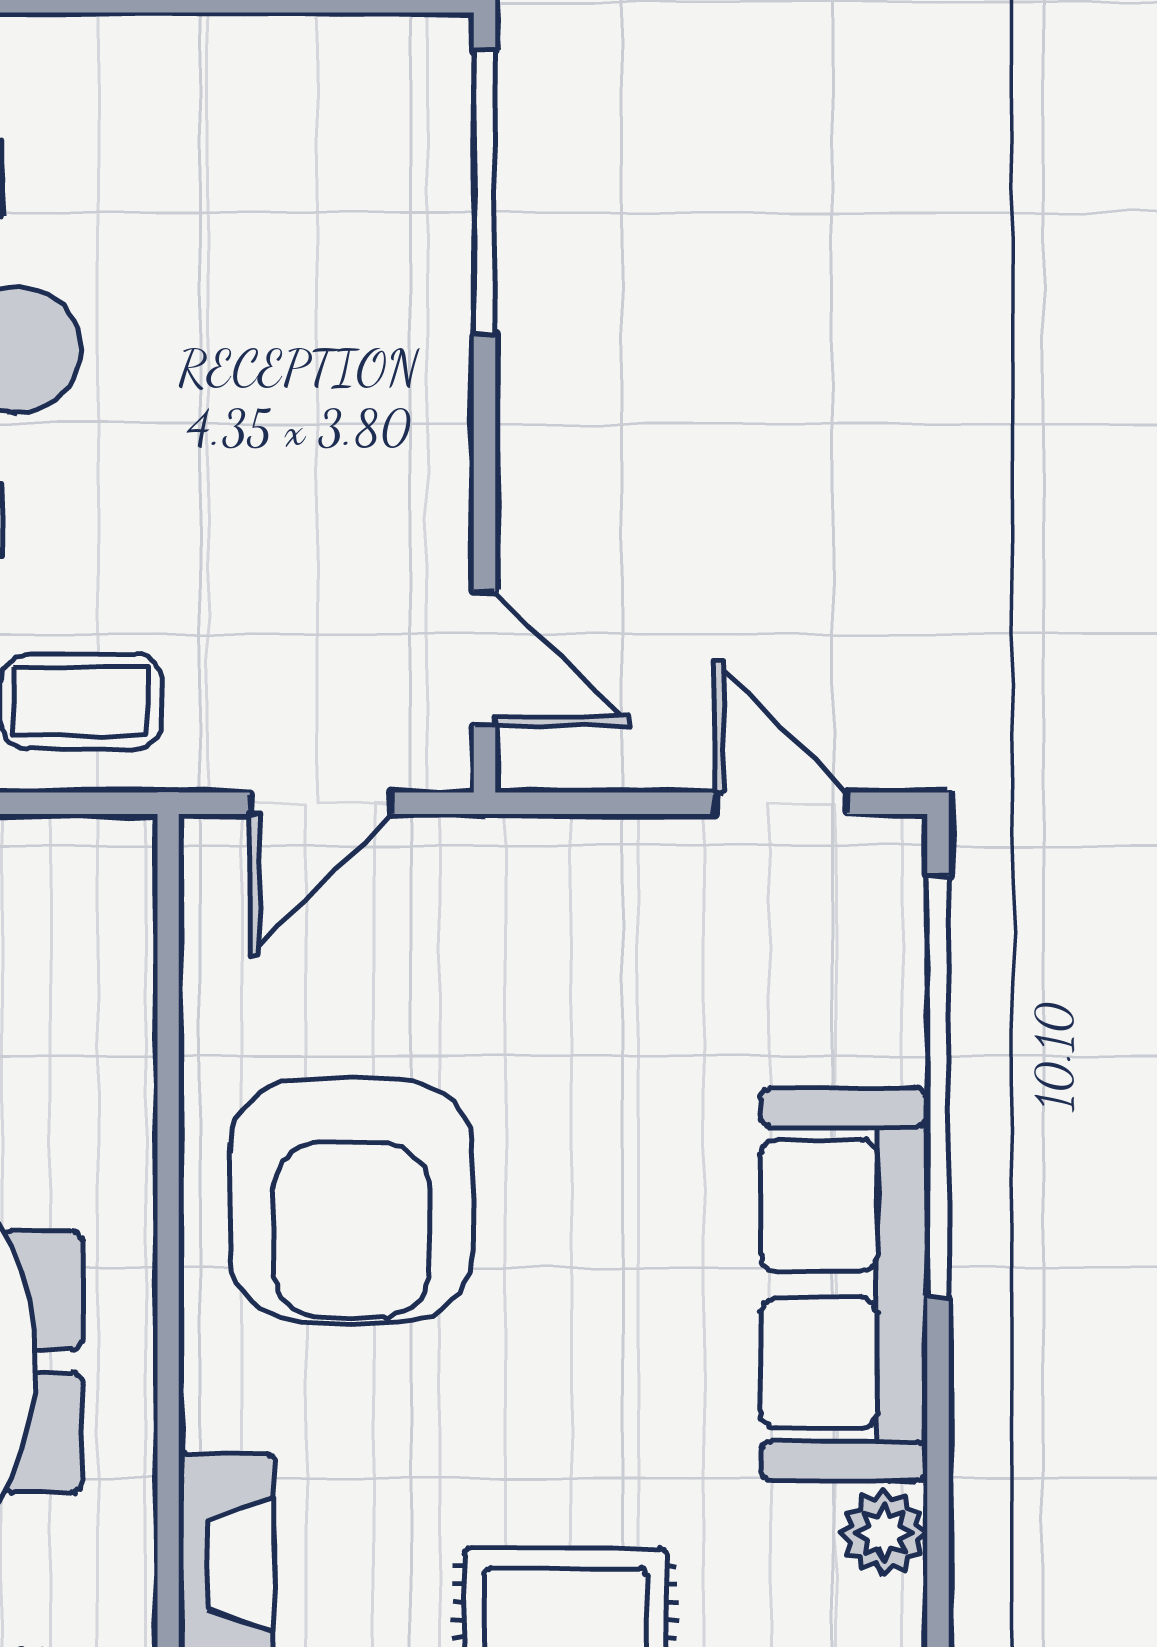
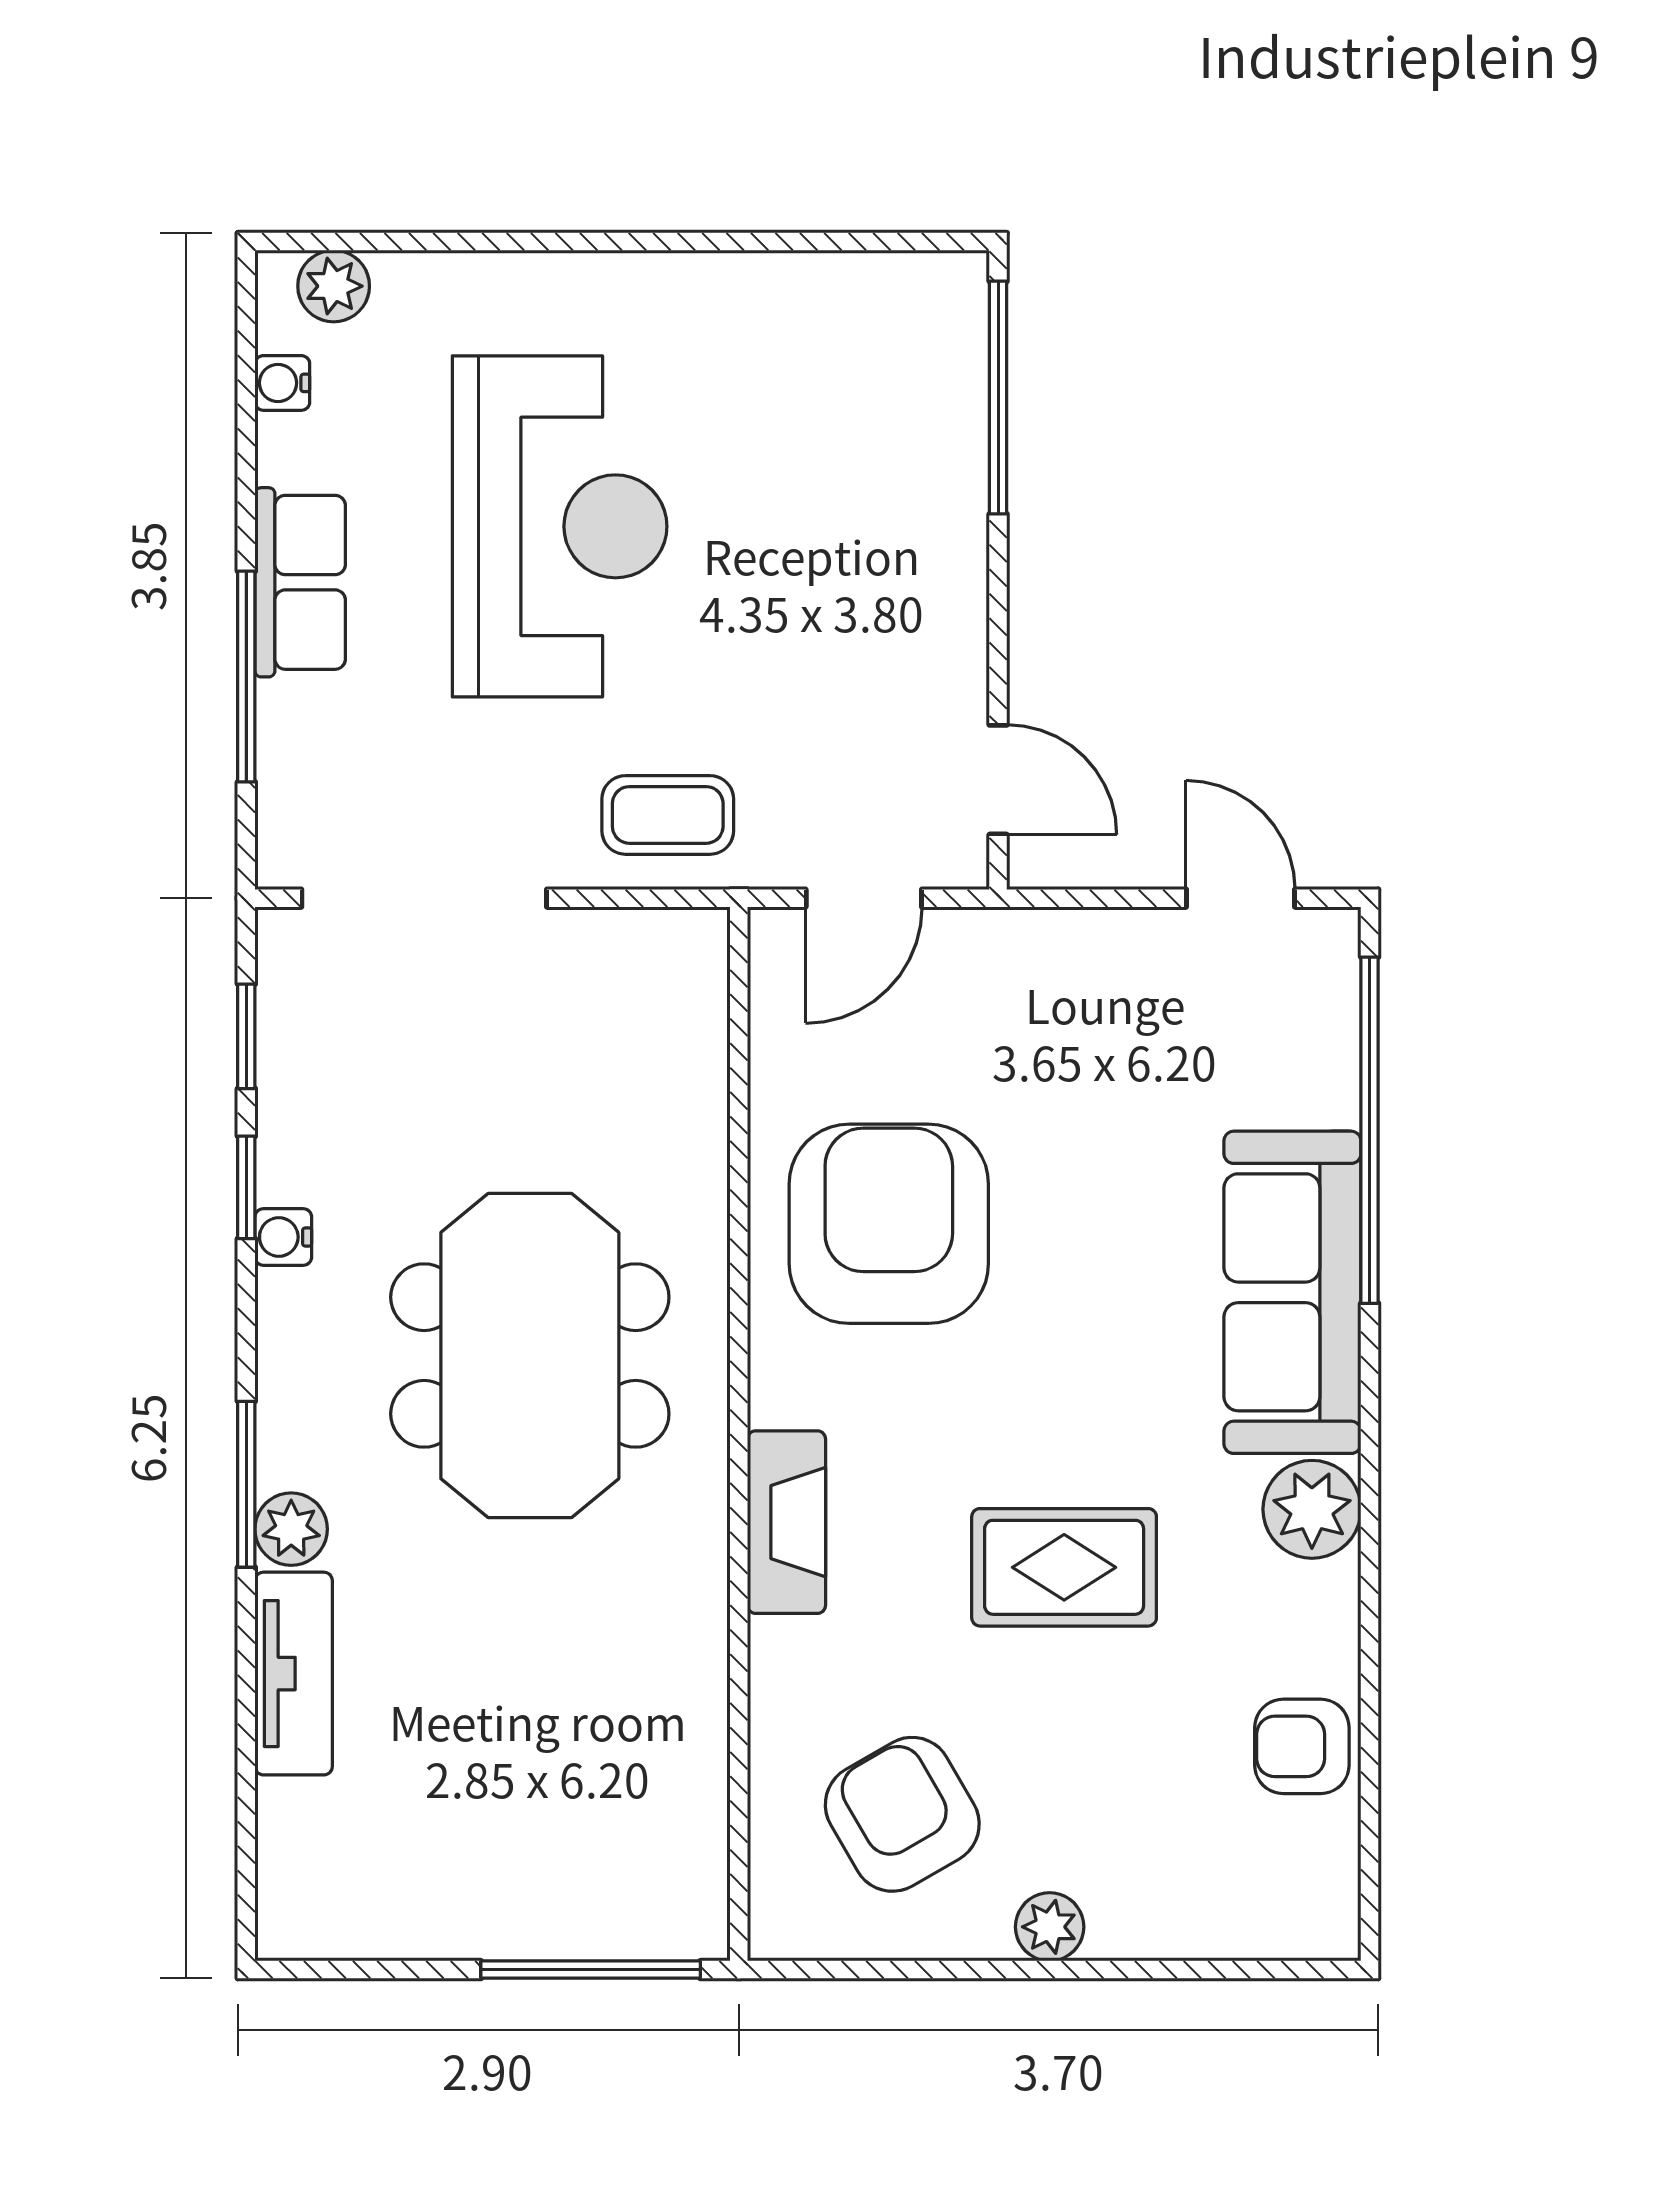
armchair: (351, 1201) -> (889, 1224), turned 180
plant: (884, 1533) -> (1312, 1509), width x1.38, depth x1.38

